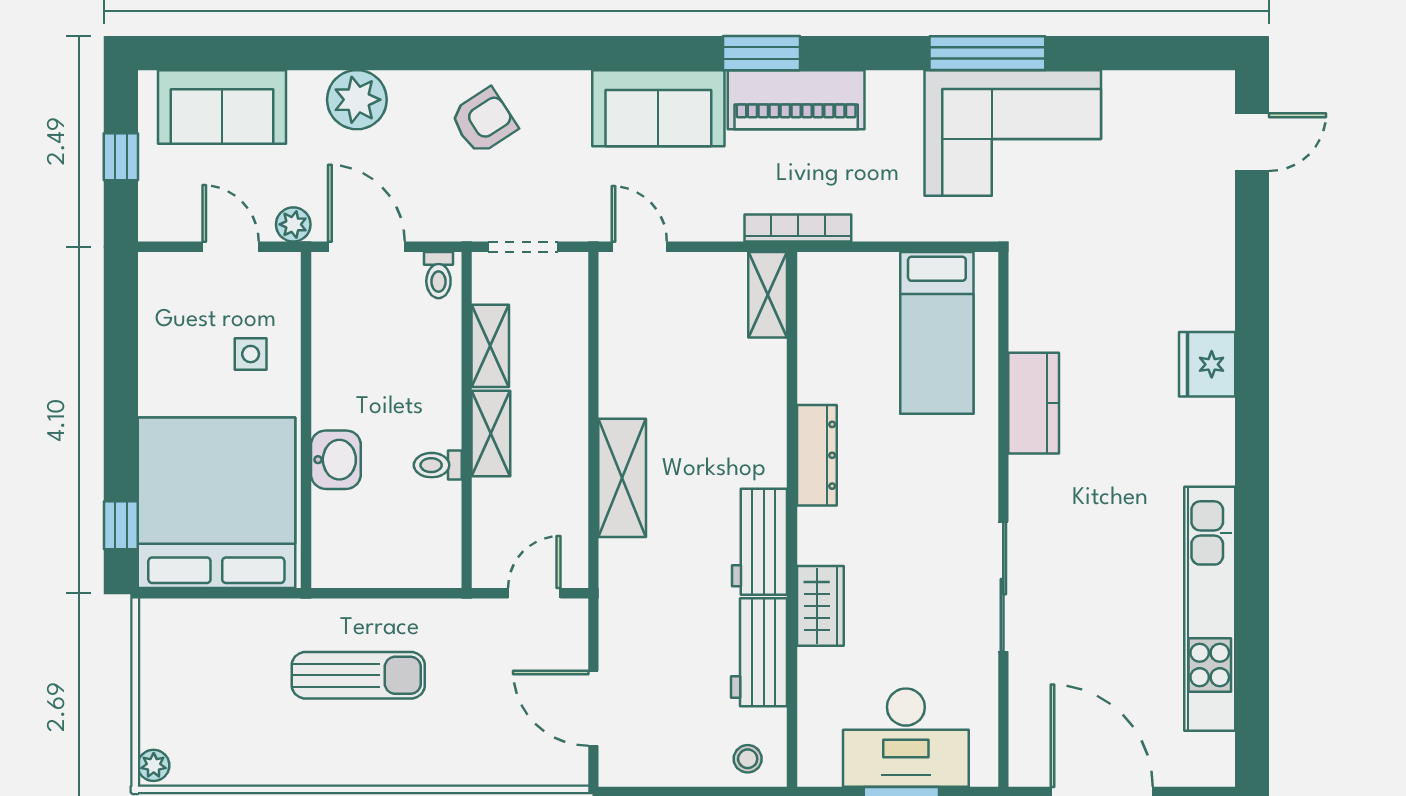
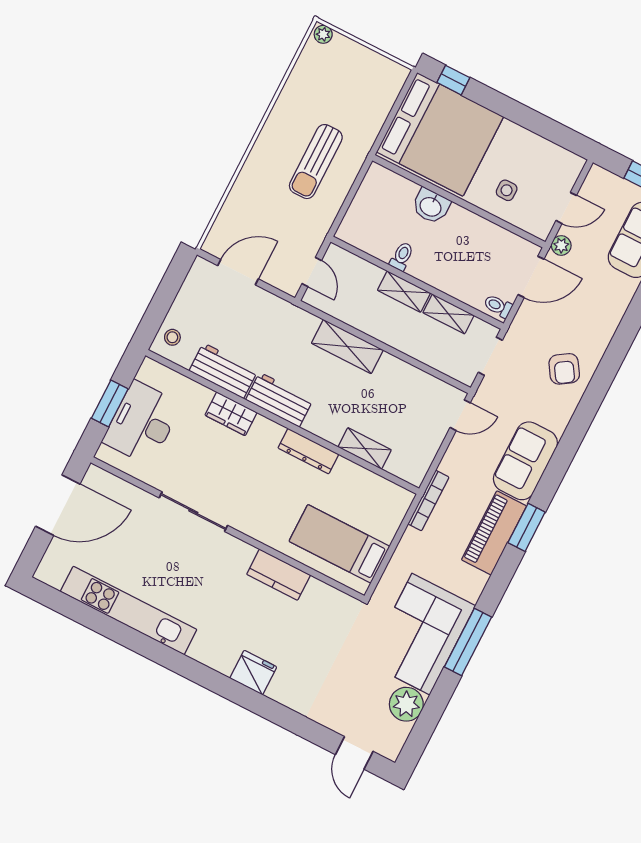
plant: (357, 100) -> (406, 704), moved
shelving: (768, 295) -> (365, 448), moved

